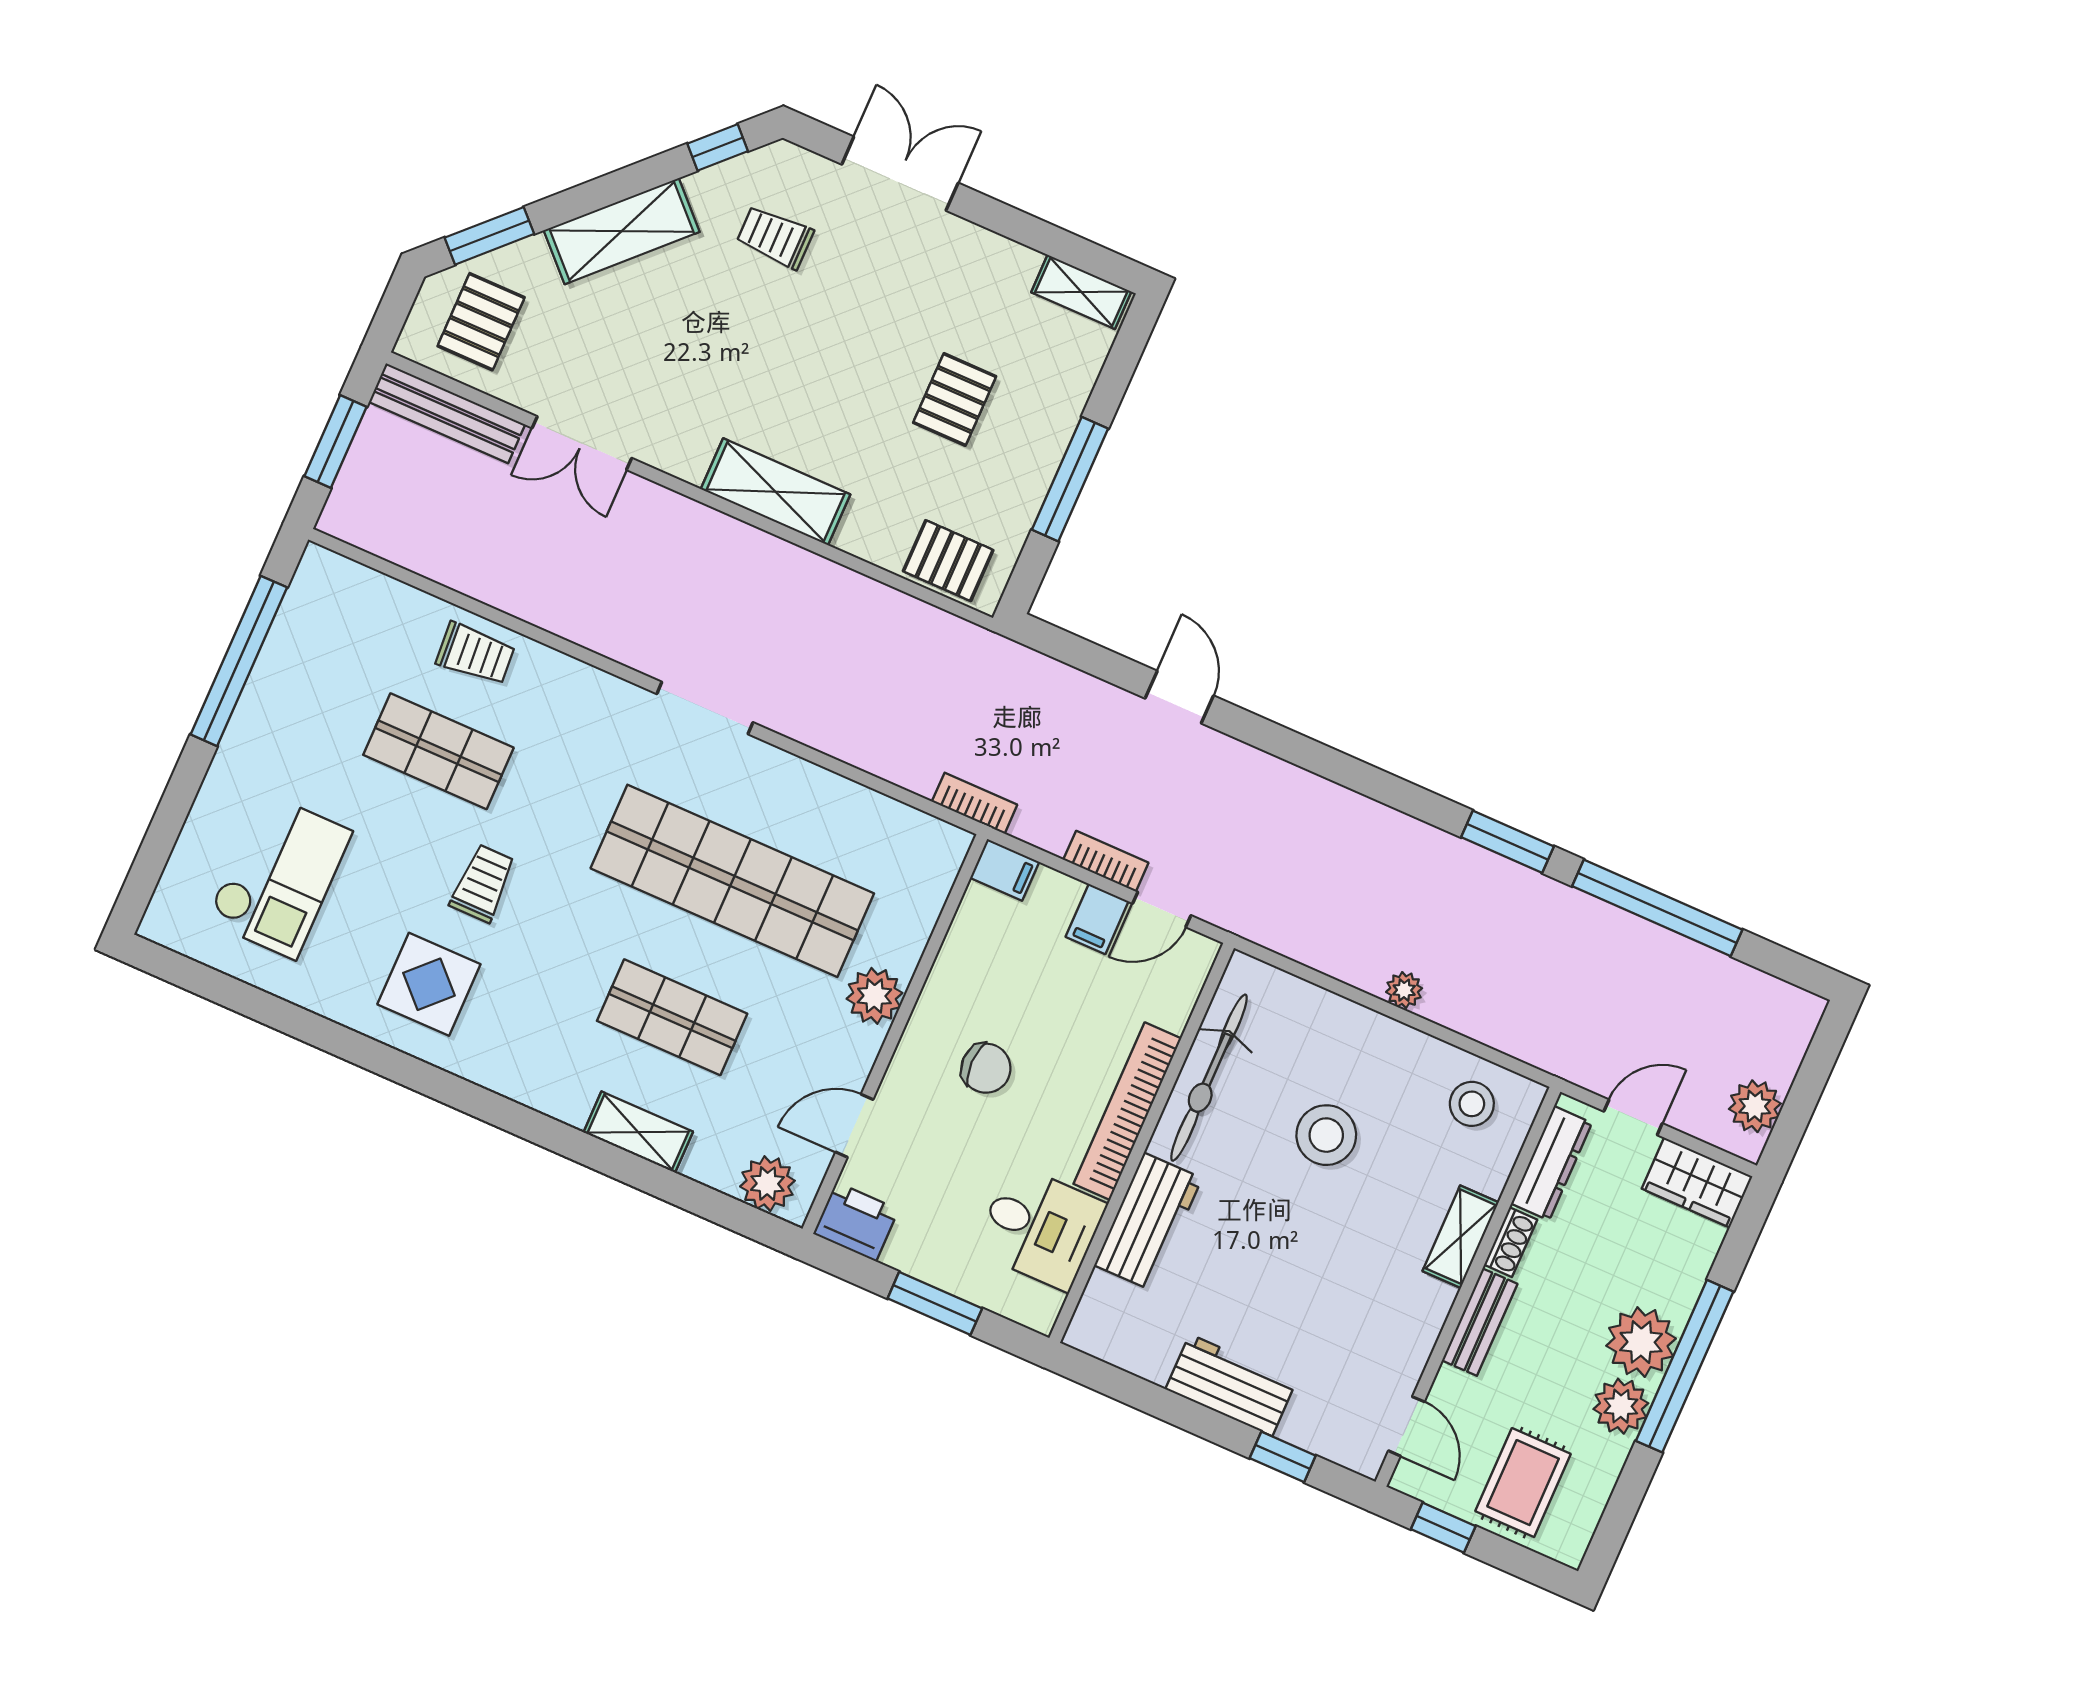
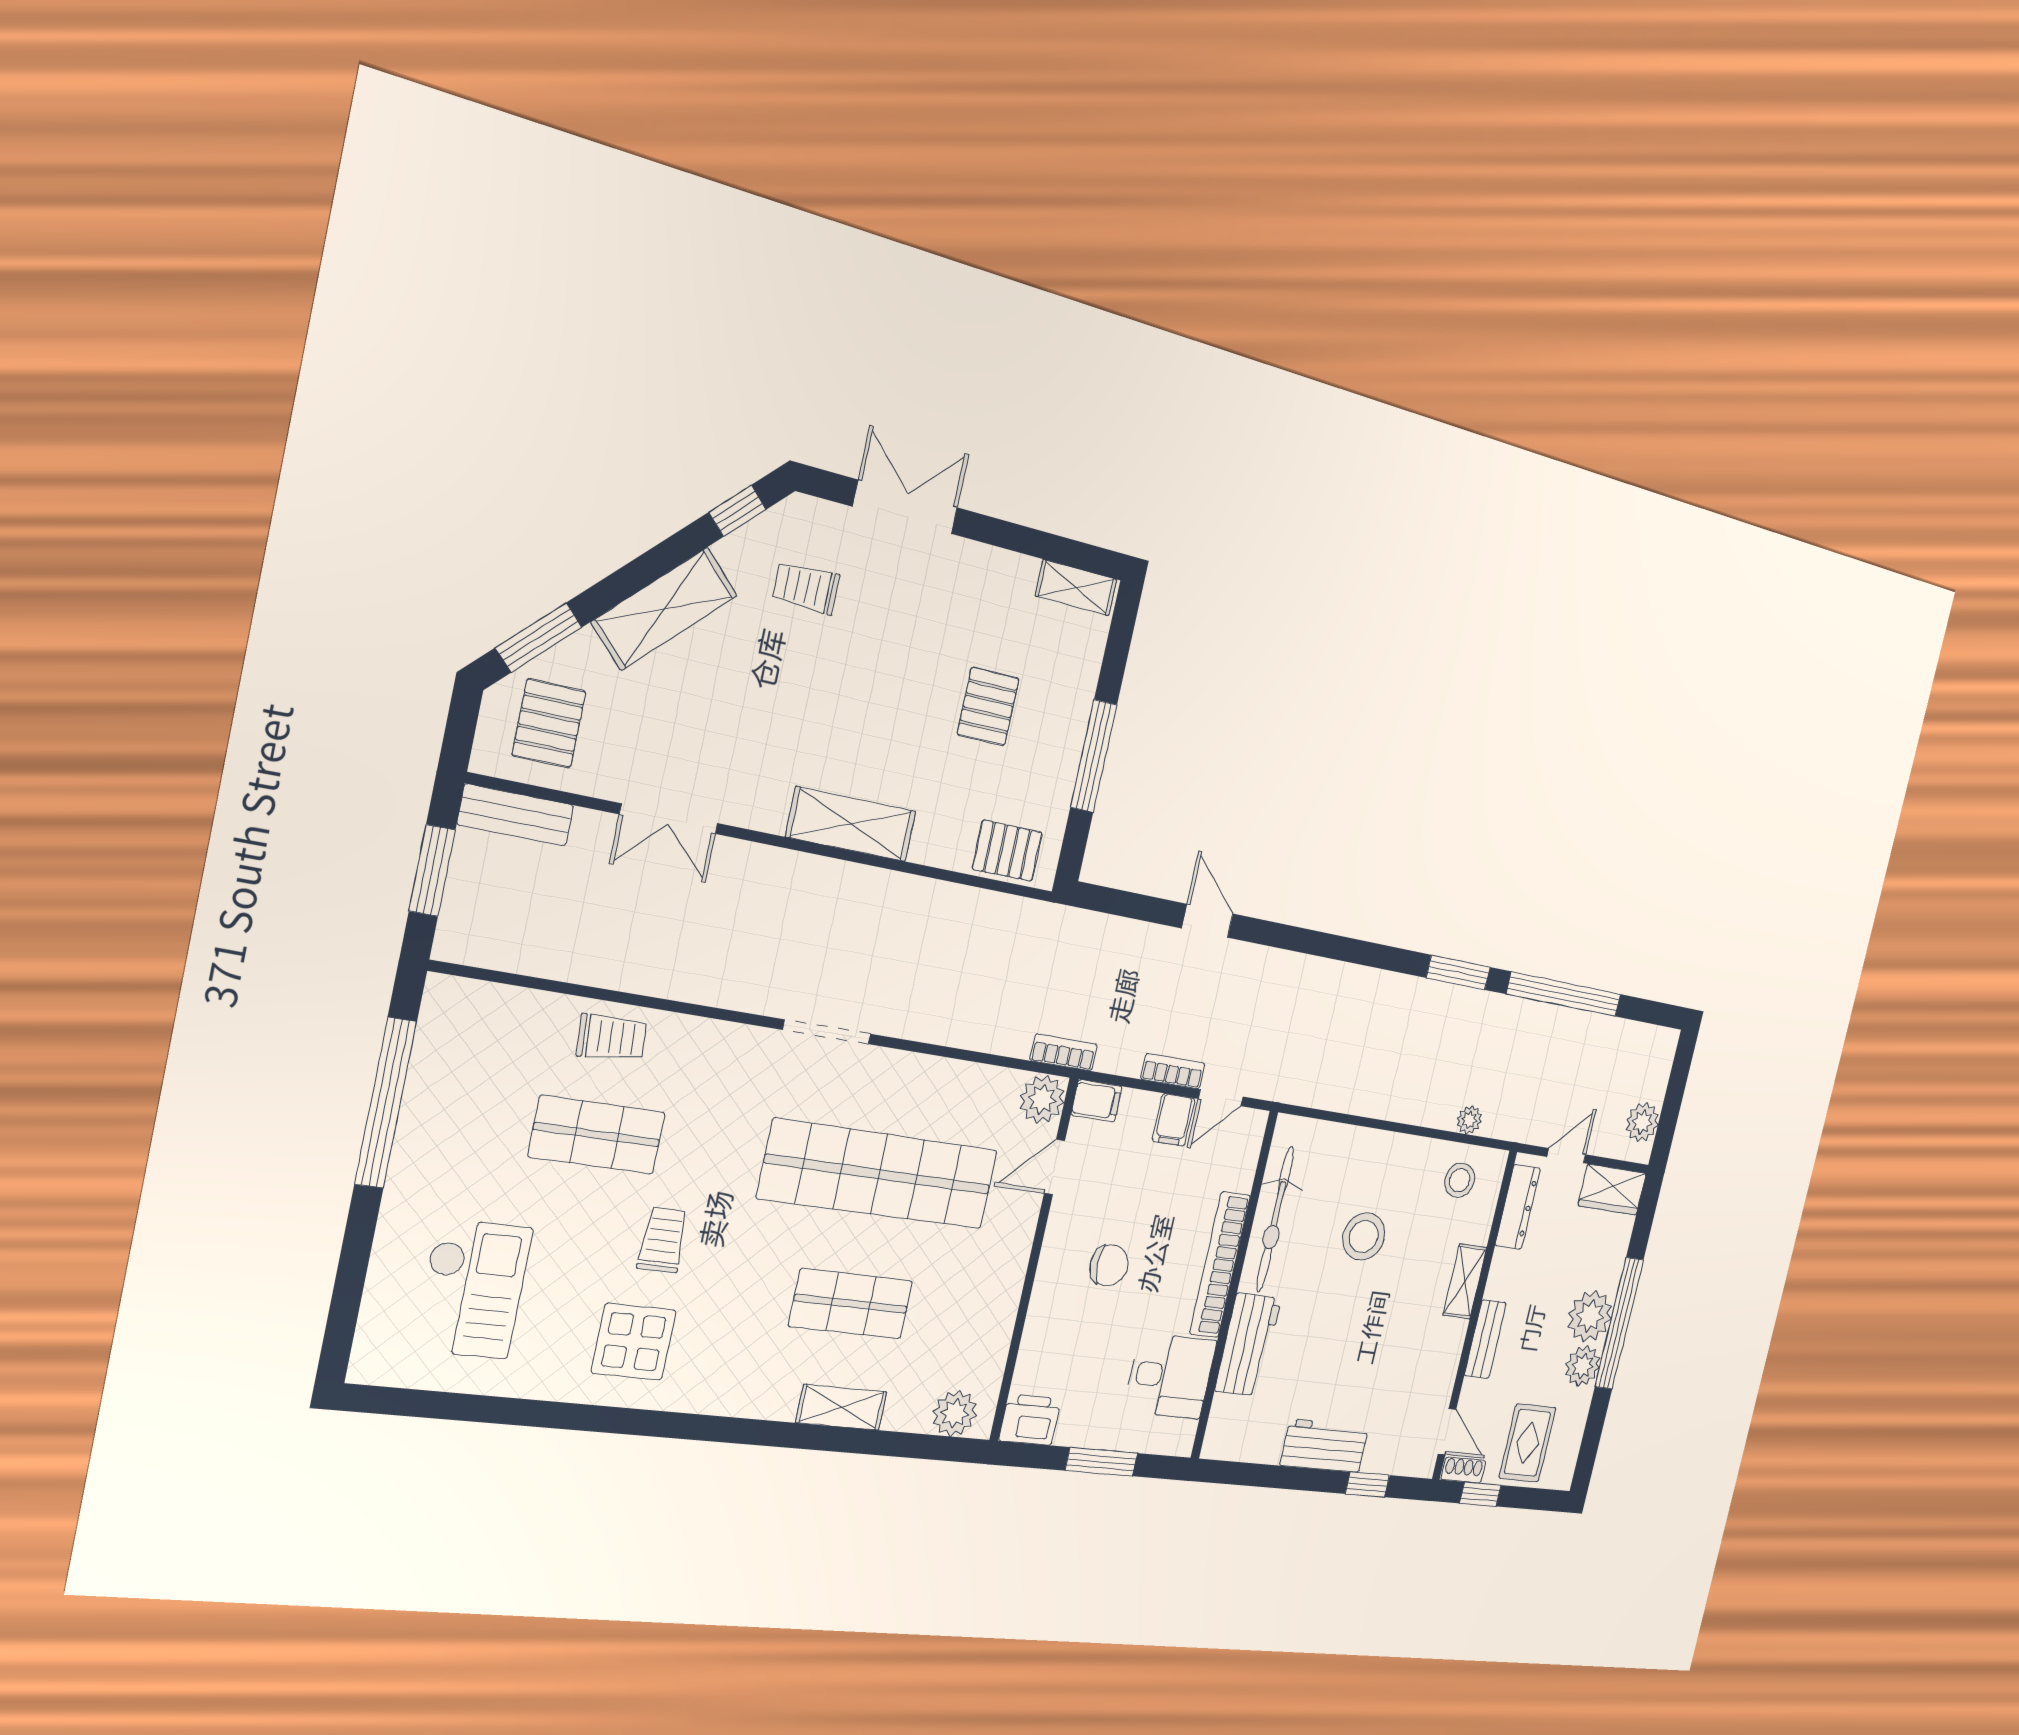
bench: (447, 413) -> (516, 815), width x0.73
plant: (1404, 990) -> (1469, 1120), moved
plant: (874, 996) -> (1042, 1099), moved
door: (854, 1126) -> (1054, 1167), moved
shoe rack: (1511, 1242) -> (1463, 1470), moved, turned -90

